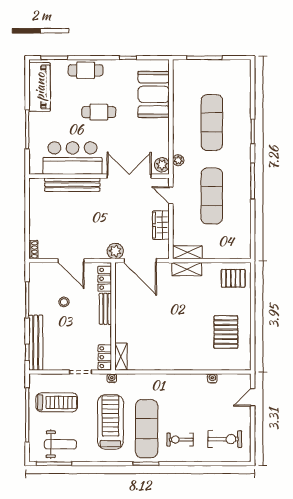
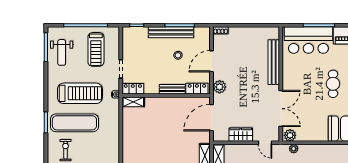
bar counter: (73, 158) -> (308, 40), moved, turned 90
door: (171, 195) -> (265, 143), swing flipped
plant: (115, 251) -> (220, 87), moved
bench: (36, 343) -> (171, 32), moved

